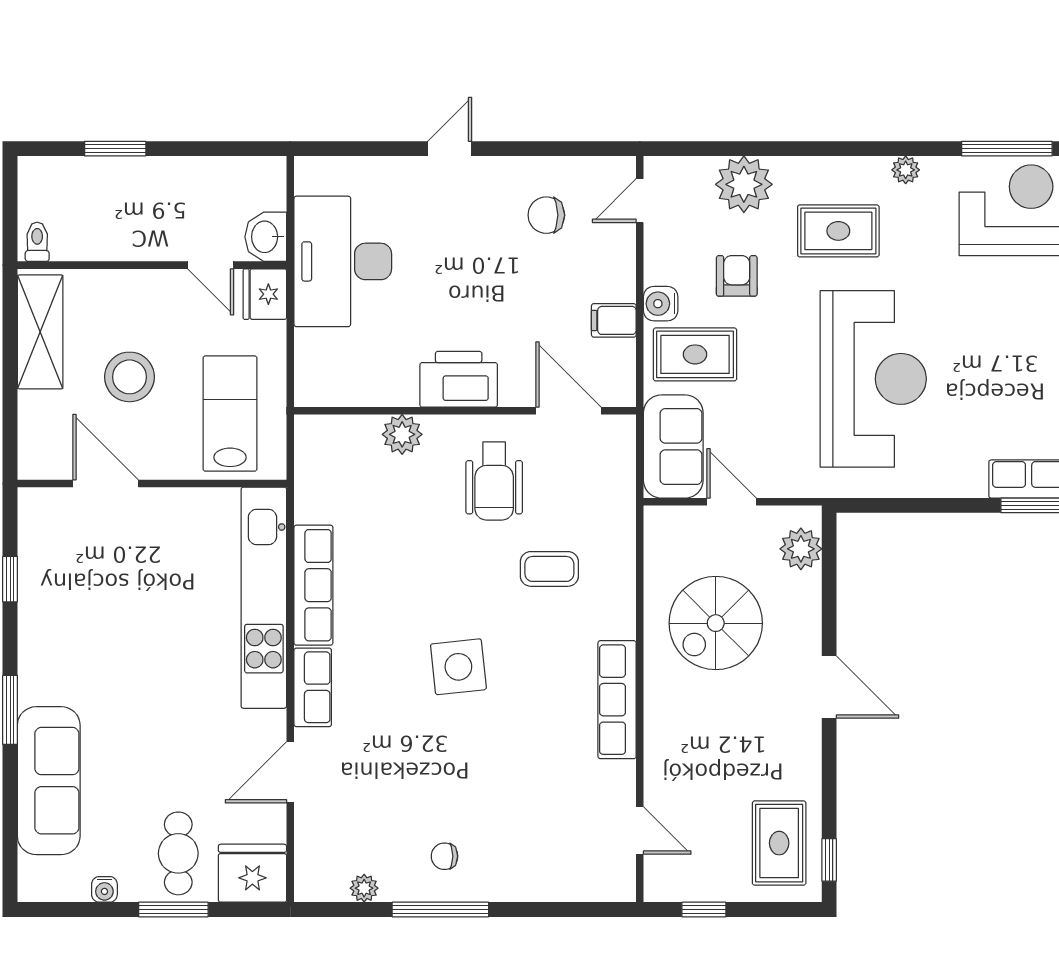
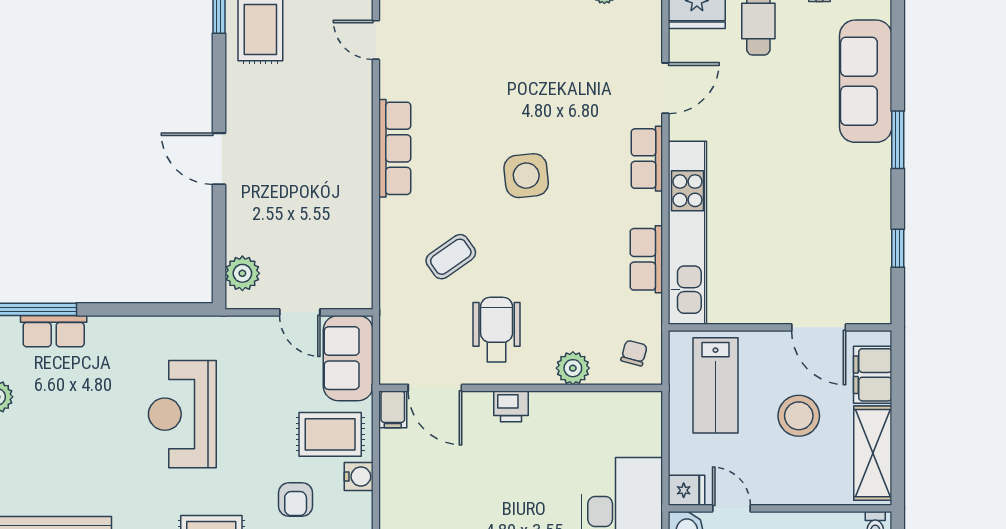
fridge: (265, 294) -> (687, 490), width x0.72
filing cabinet: (614, 320) -> (393, 409), moved, turned 90
printer: (459, 379) -> (511, 406), width x0.53, depth x0.68
reception desk: (873, 379) -> (182, 414), width x0.74, depth x0.77
filing cabinet: (40, 426) -> (873, 375), added
coffee table: (549, 569) -> (451, 257), turned -35
row of seats: (313, 585) -> (646, 259), width x0.68
spiral stairs: (716, 623) -> (313, 212), removed
chair: (444, 856) -> (634, 353), moved, turned -75

